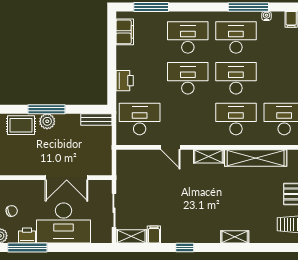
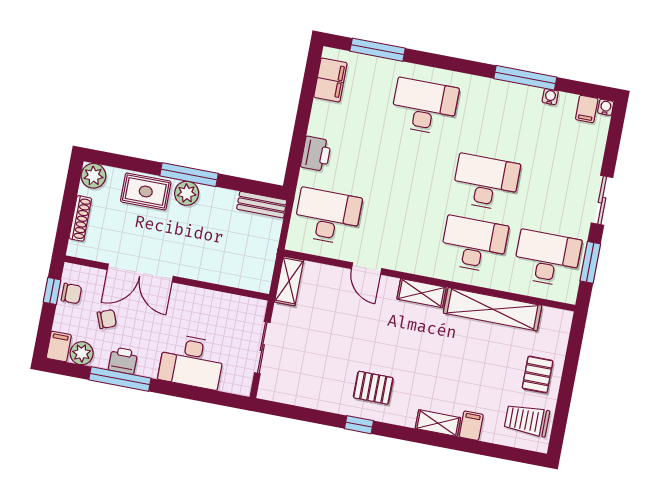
desk: (236, 37) -> (498, 121), removed
desk: (188, 78) -> (413, 169), removed
double door: (67, 178) -> (140, 273), moved
pallet: (189, 222) -> (373, 388), added
desk: (64, 223) -> (192, 362), width x0.73, depth x0.77
filing cabinet: (154, 235) -> (471, 426), moved
shelving: (131, 236) -> (289, 281), moved, turned 90

